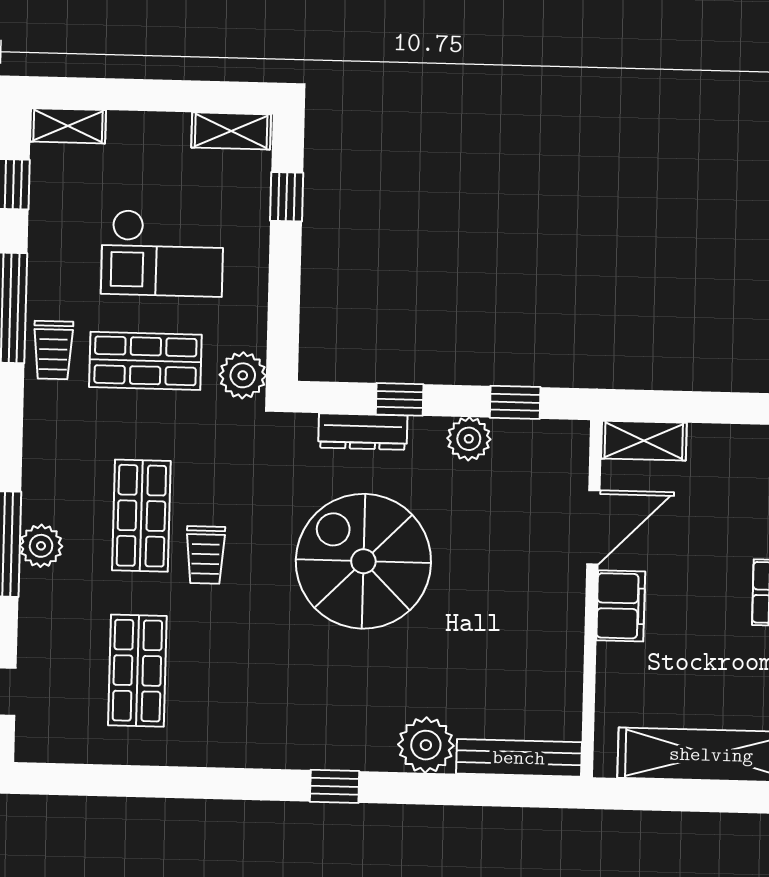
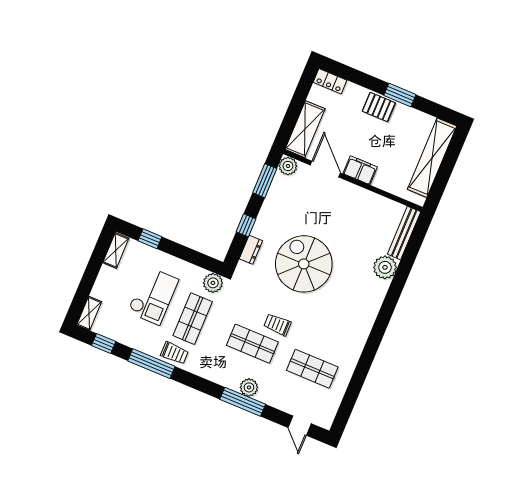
window: (515, 402) -> (265, 181), width x1.50
dresser: (363, 432) -> (251, 250), width x0.70
plant: (469, 439) -> (288, 166), moved
shelving: (644, 441) -> (305, 129), width x1.50, depth x1.33
trolley: (205, 555) -> (277, 325), turned 180
spiral stairs: (363, 561) -> (304, 264), turned 90
window: (335, 786) -> (387, 309), removed

